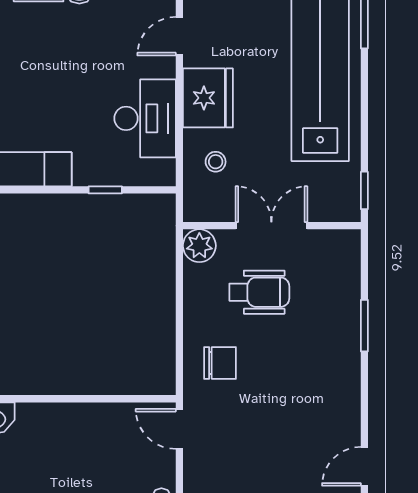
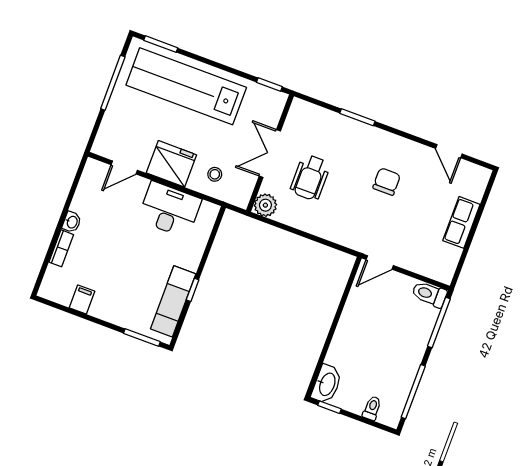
door: (179, 36) -> (124, 167), hinge flipped
window: (105, 190) -> (193, 290), moved
wheelchair: (259, 292) -> (310, 177), turned 180
chair: (220, 363) -> (387, 182), moved

